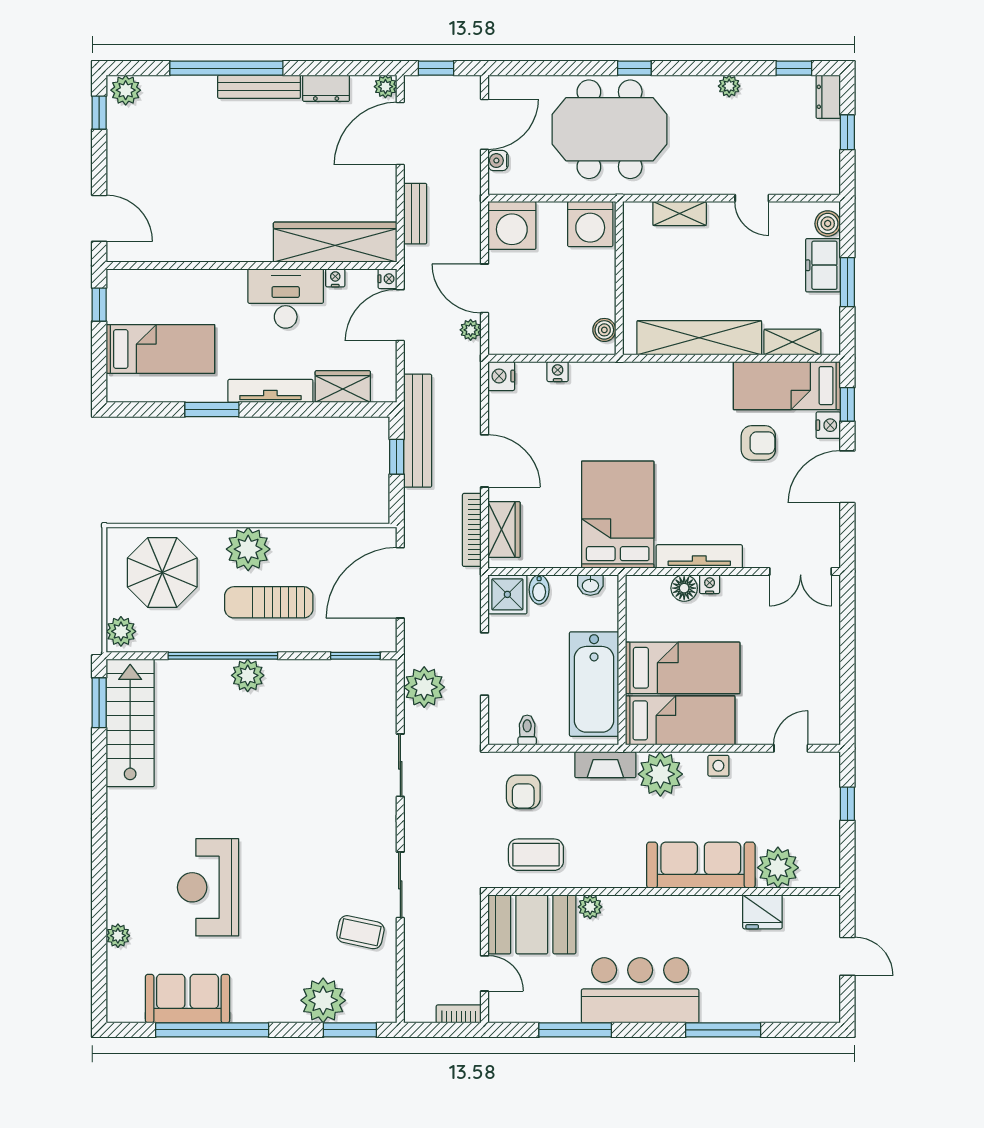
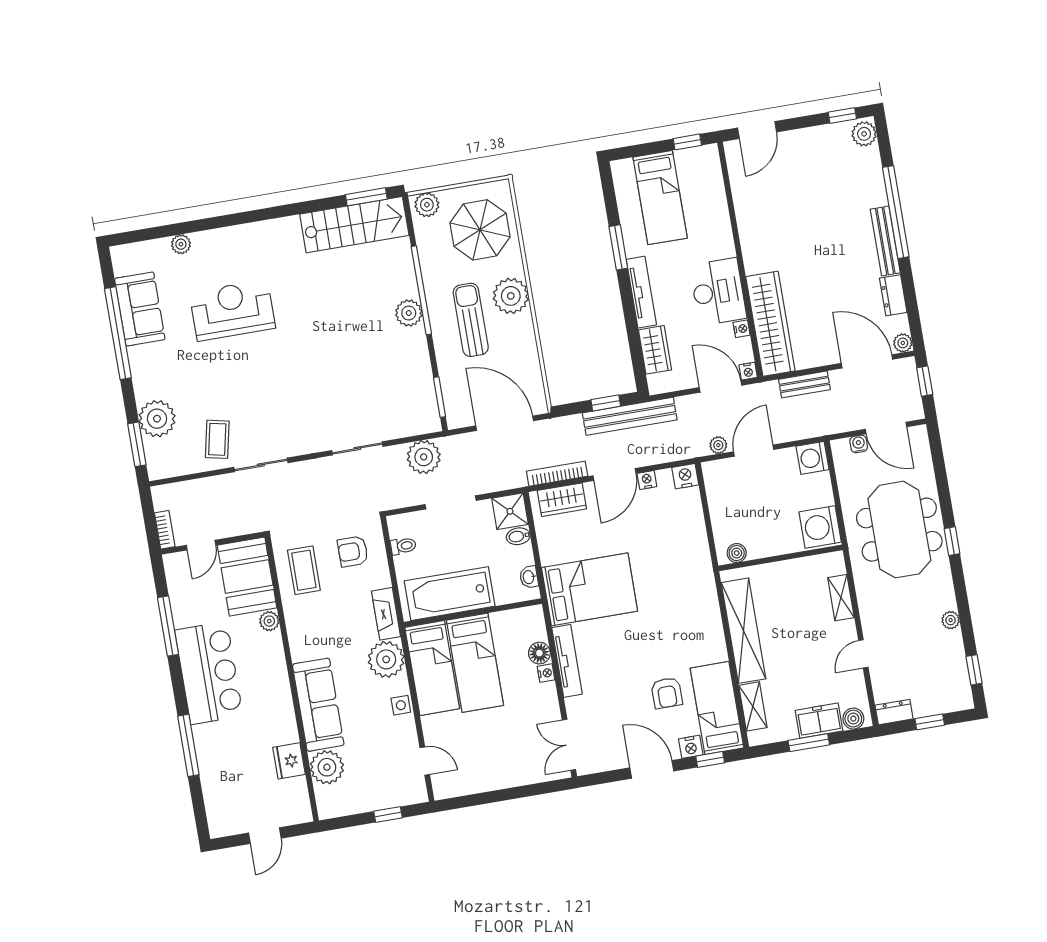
dresser: (828, 97) -> (894, 712), moved
washing machine: (512, 225) -> (813, 458), width x0.73, depth x0.73
nightstand: (558, 372) -> (647, 480), moved, turned -90

